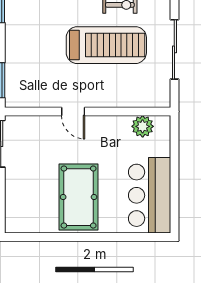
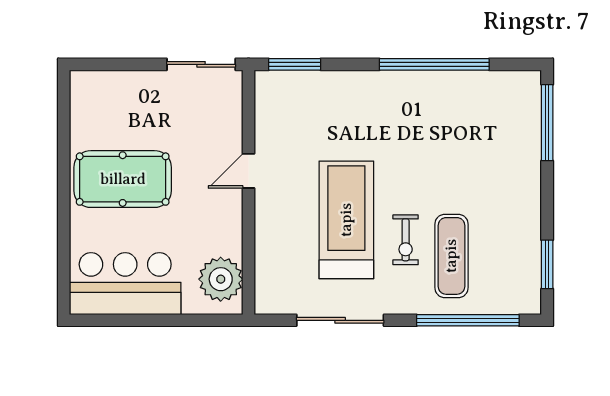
treadmill: (106, 45) -> (346, 220), turned 180
plant: (143, 126) -> (221, 279), width x1.36, depth x1.36

